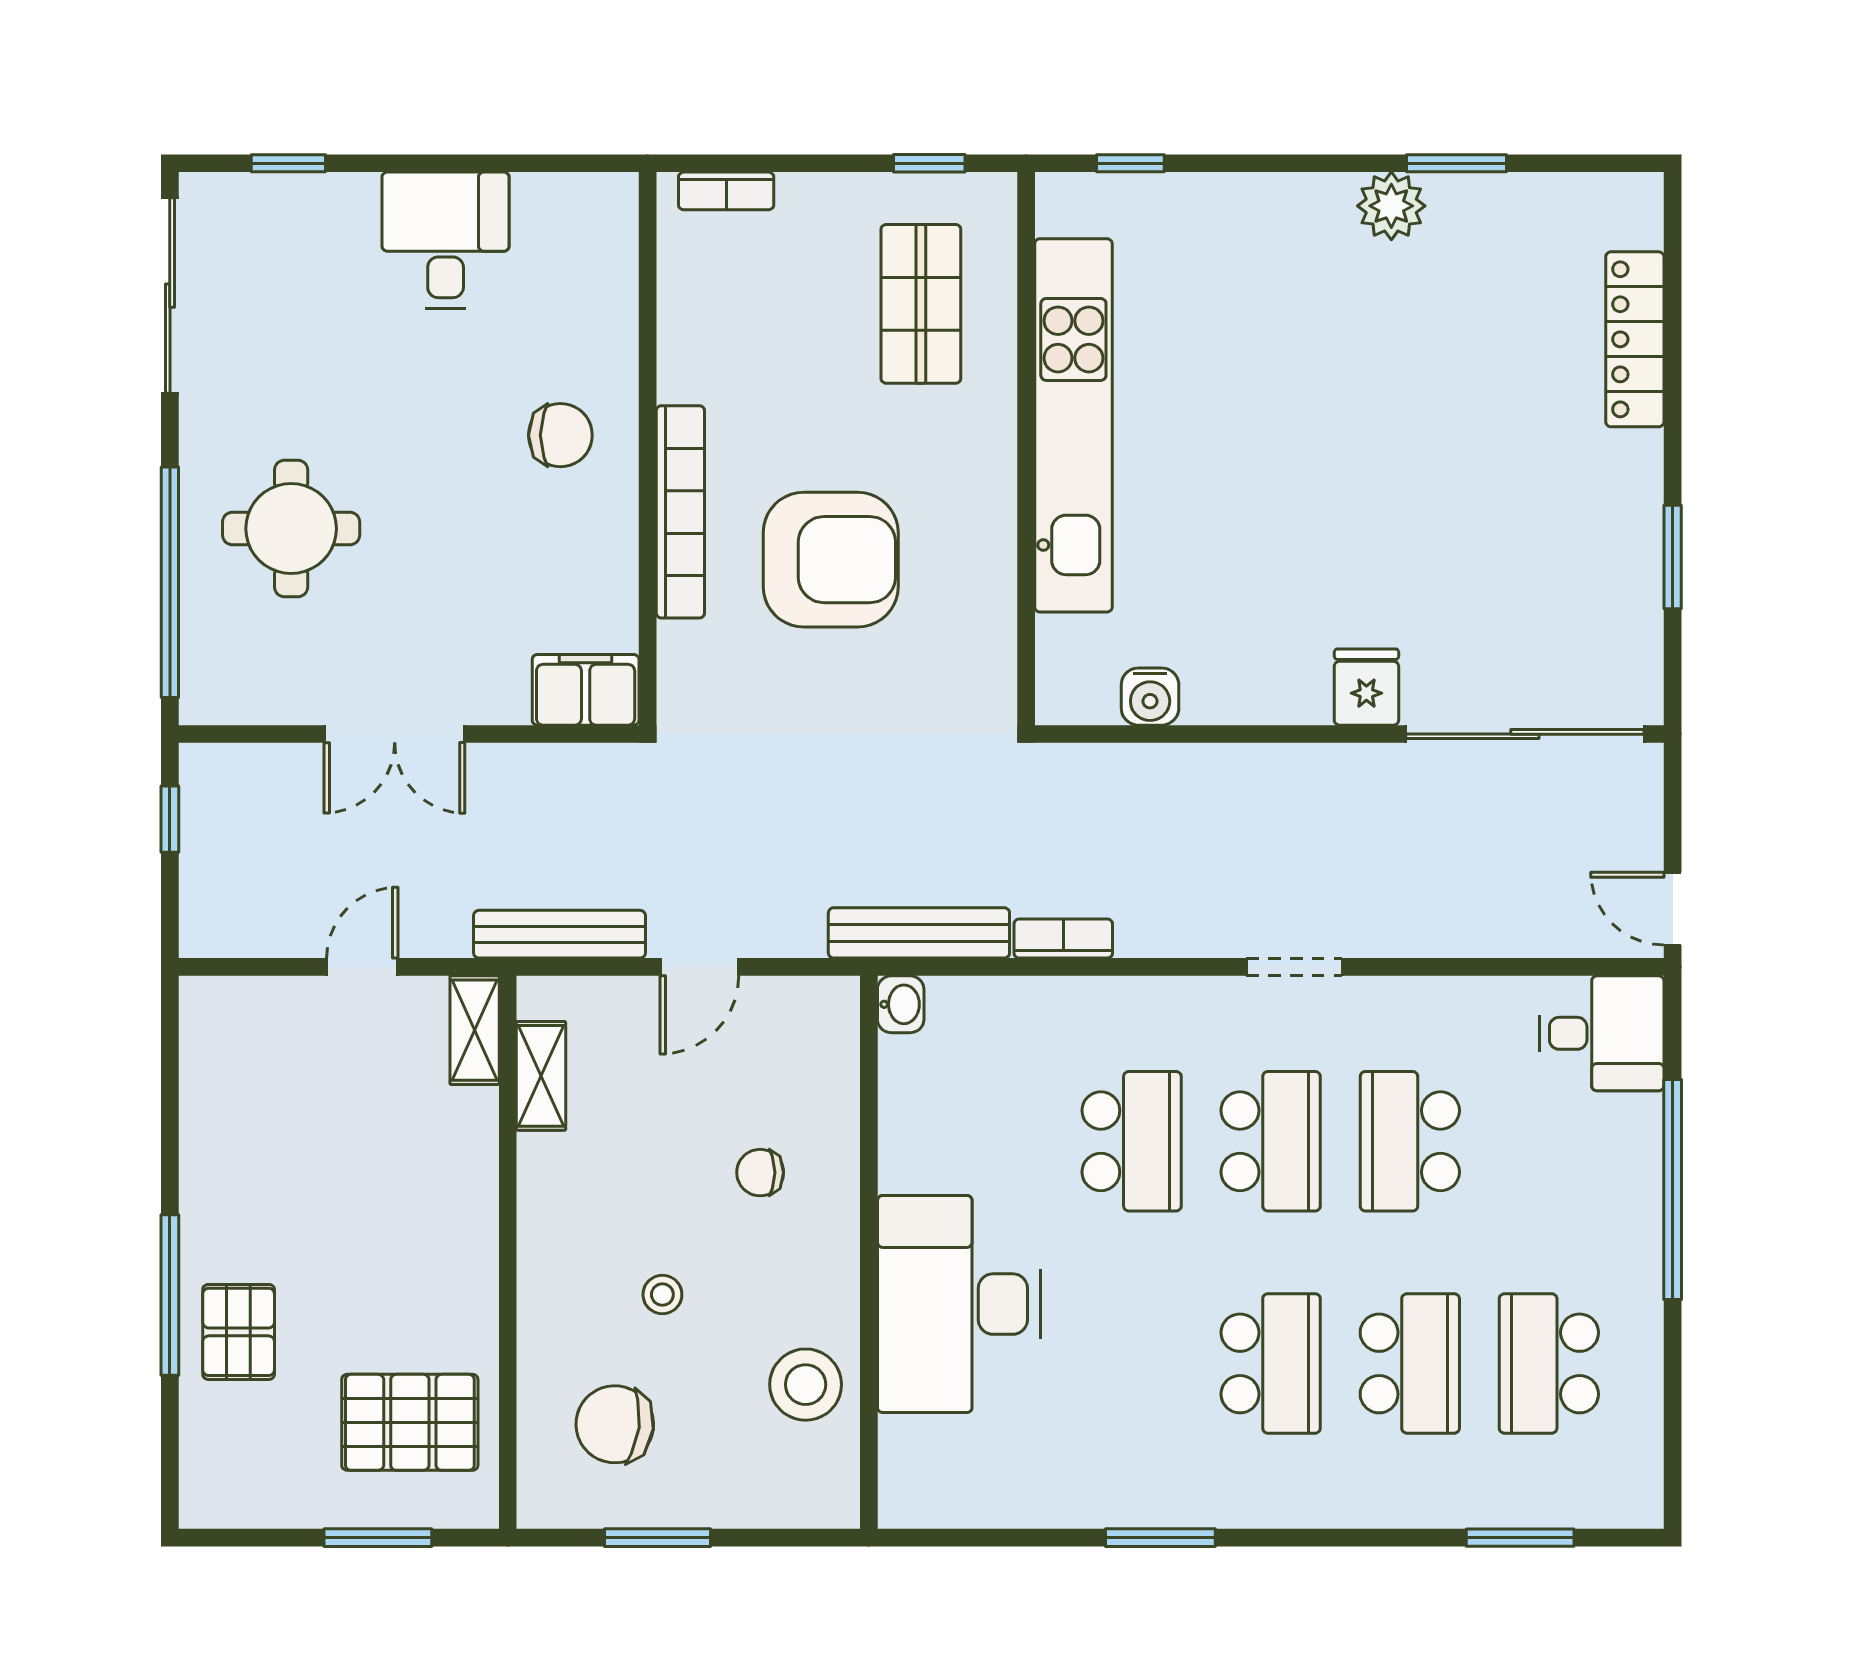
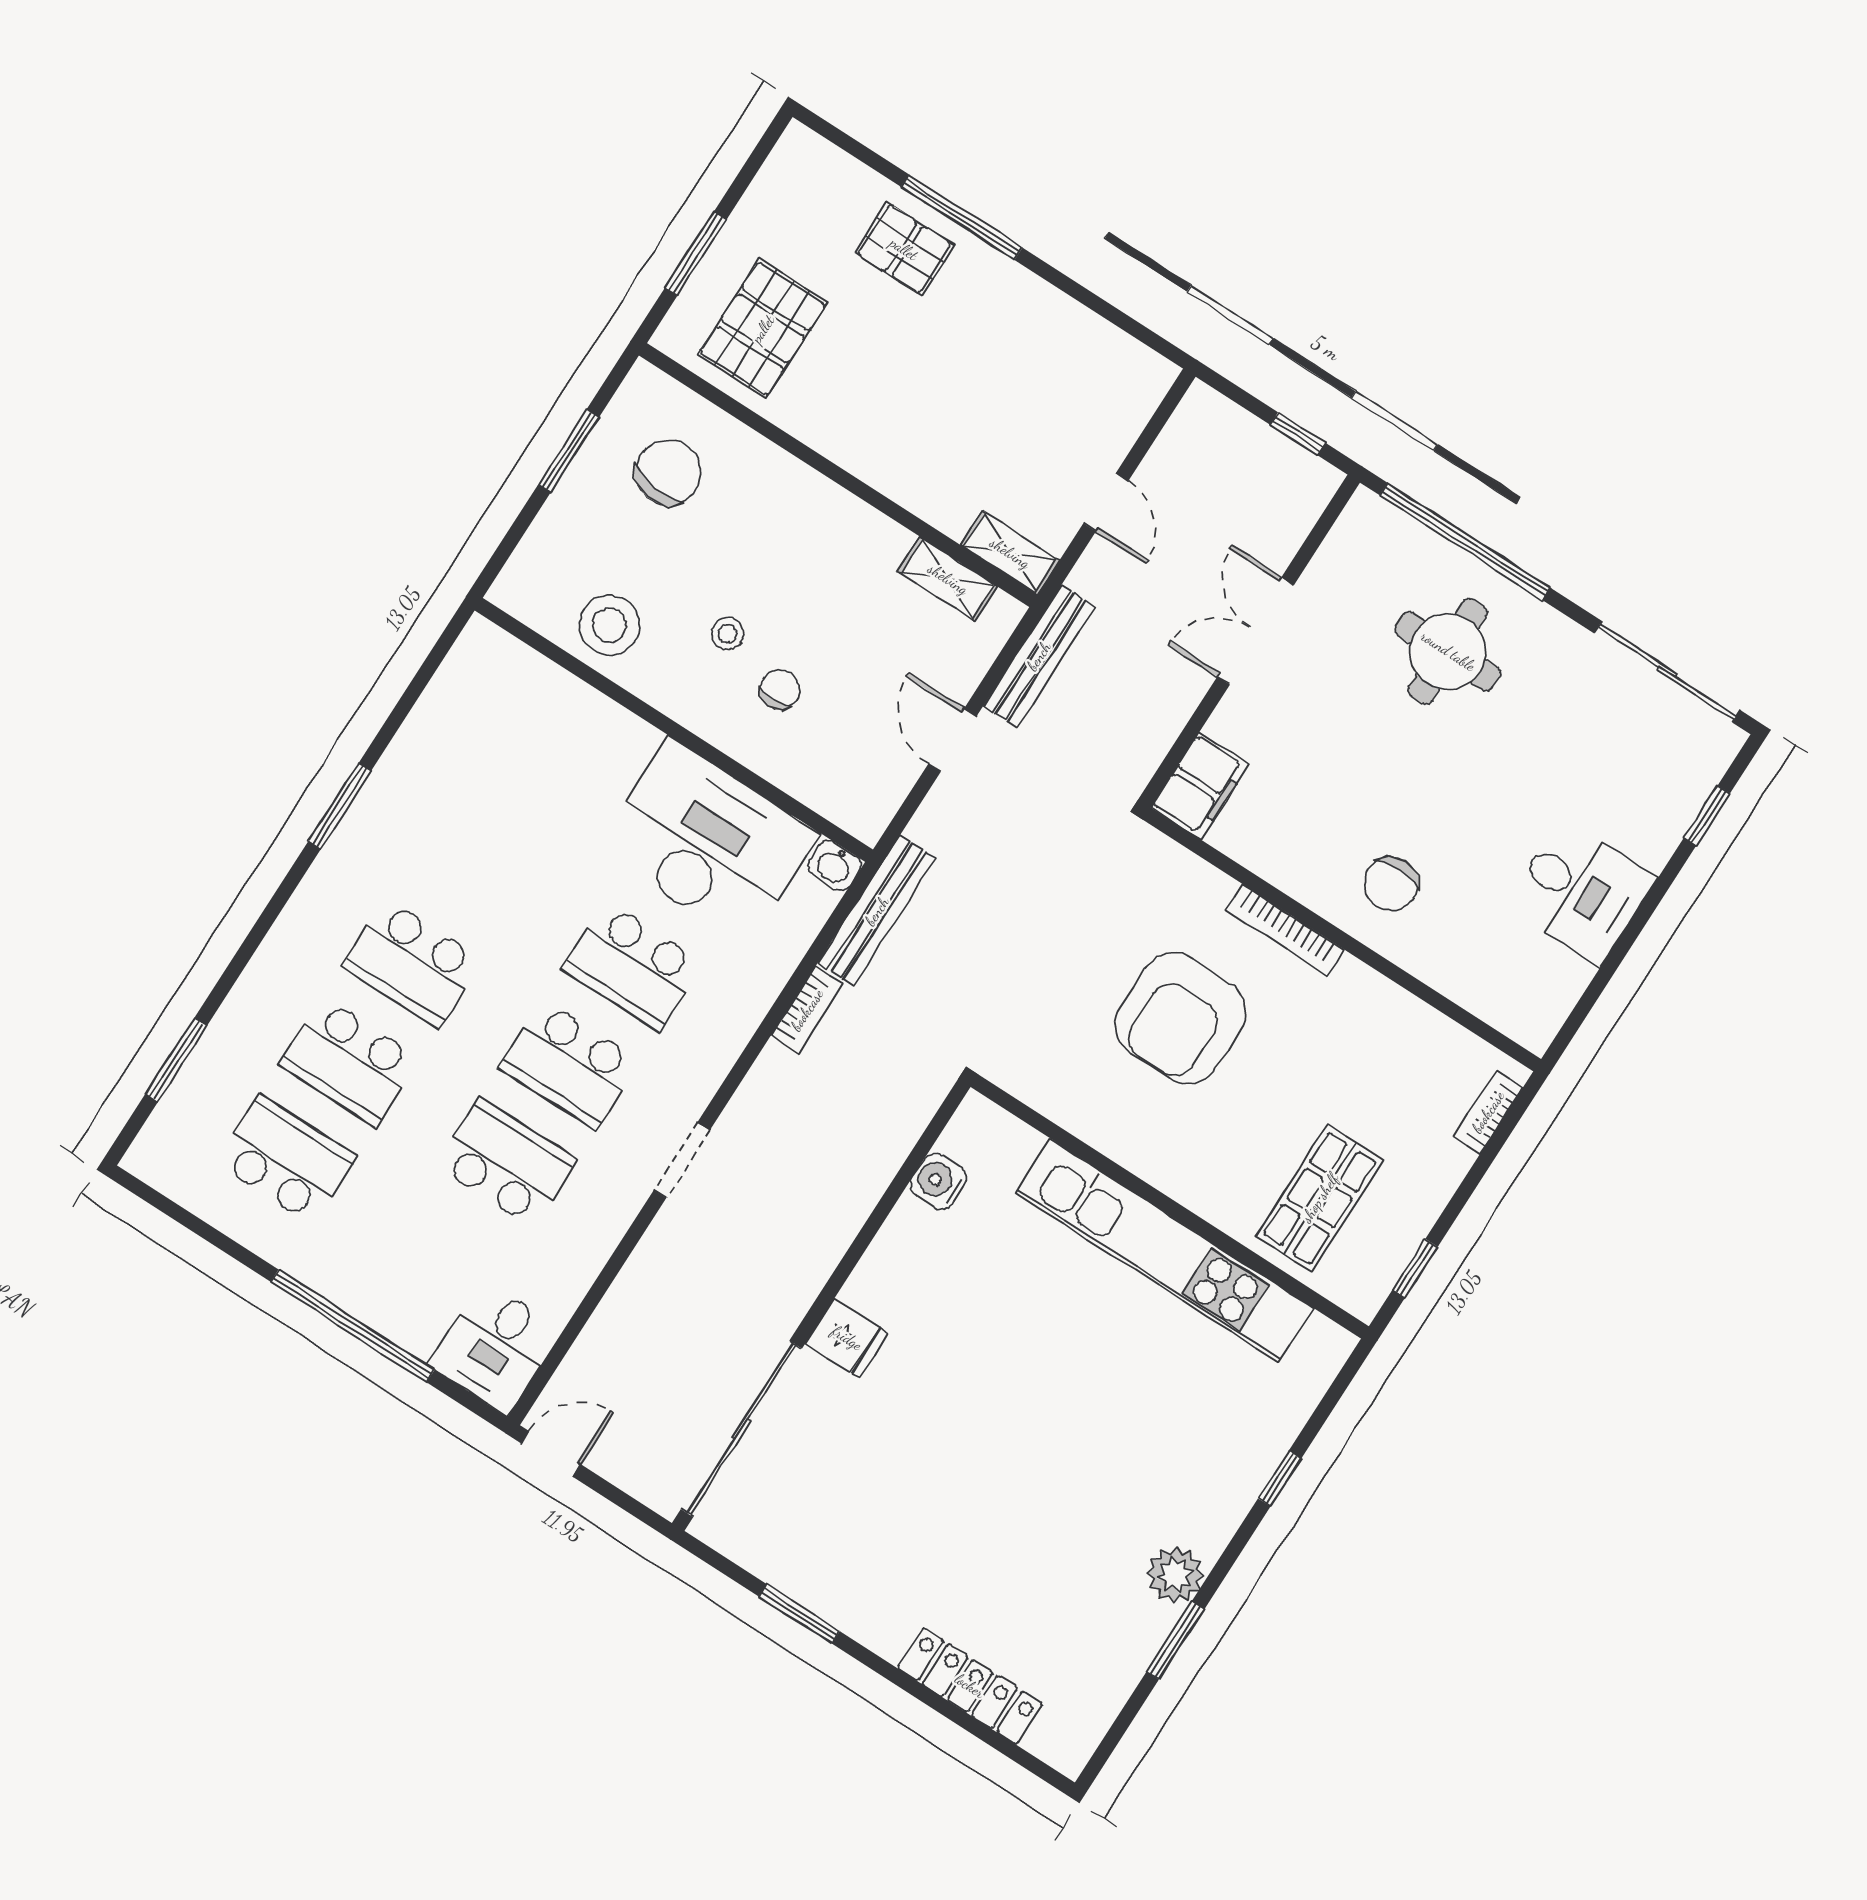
window: (1130, 163) -> (1280, 1478), moved
shop shelf: (921, 304) -> (1320, 1198), turned 90
bookcase: (680, 512) -> (1285, 930), width x0.68, depth x0.76
stool: (662, 1295) -> (728, 633), moved
desk: (959, 1304) -> (708, 842), moved

